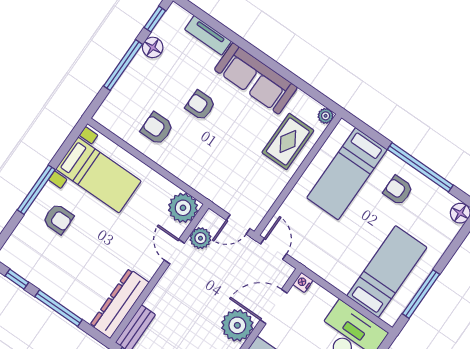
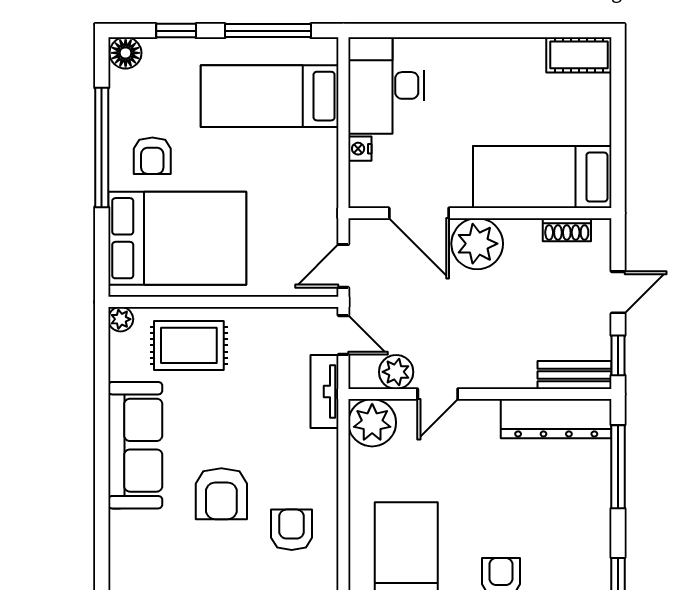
tv unit: (208, 35) -> (325, 391), moved, turned 180
armchair: (200, 105) -> (221, 494), width x1.38, depth x1.38
armchair: (157, 128) -> (292, 530), turned 180
bed: (347, 174) -> (177, 238), width x1.50
window: (454, 247) -> (176, 31), added
nightstand: (303, 282) -> (360, 149), moved, turned 90
window: (59, 308) -> (618, 467), moved

